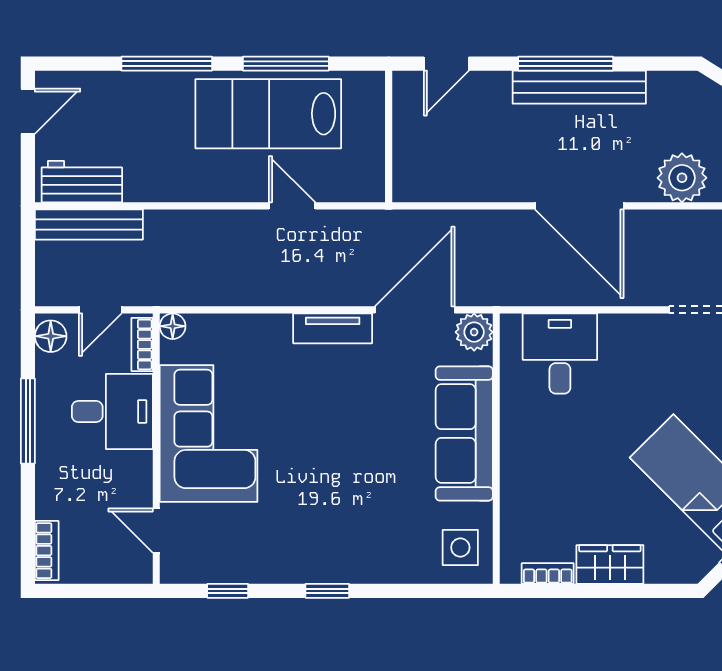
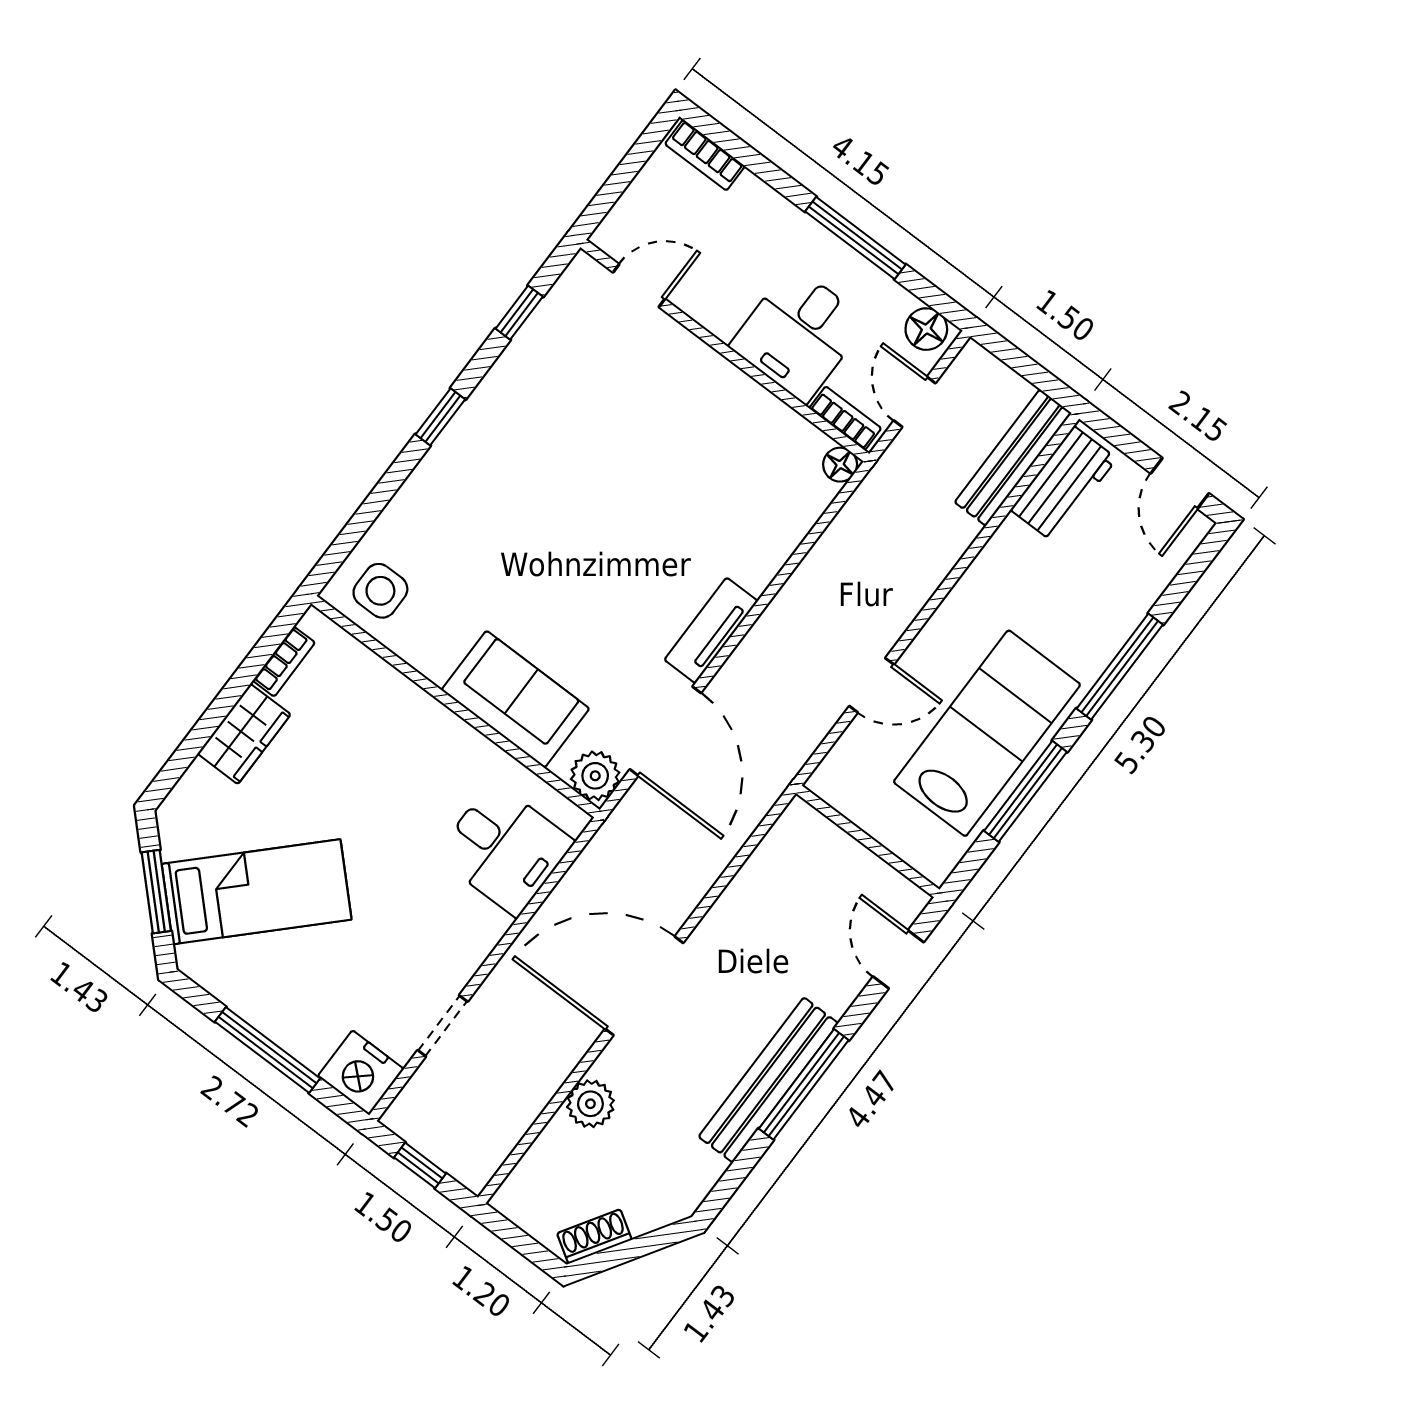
plant: (682, 178) -> (590, 1104), width x0.73, depth x0.73
corner sofa: (209, 433) -> (699, 417), removed
sofa: (464, 433) -> (515, 699), width x0.73

